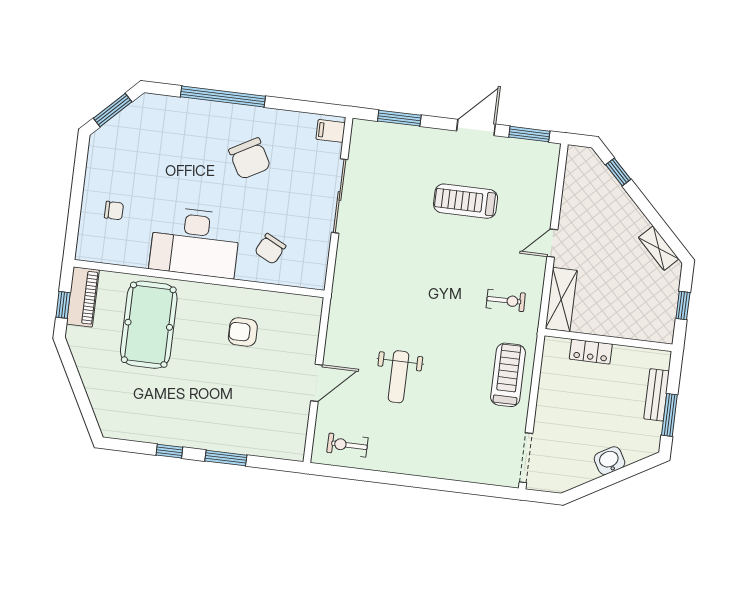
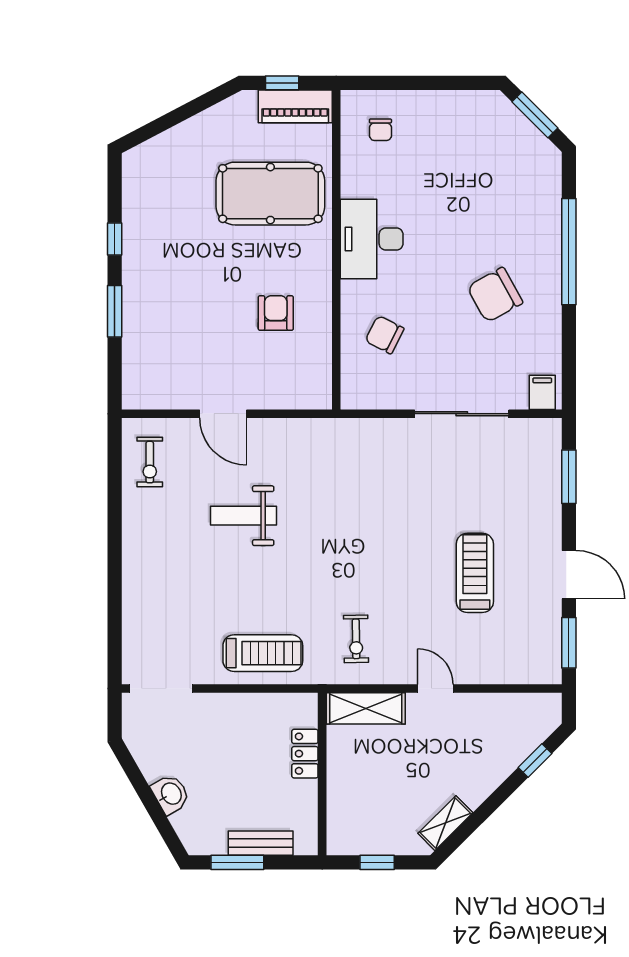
chair: (114, 211) -> (380, 130), moved
desk: (195, 242) -> (372, 239), width x0.73, depth x0.77
exercise bike: (347, 445) -> (150, 462), turned 180

